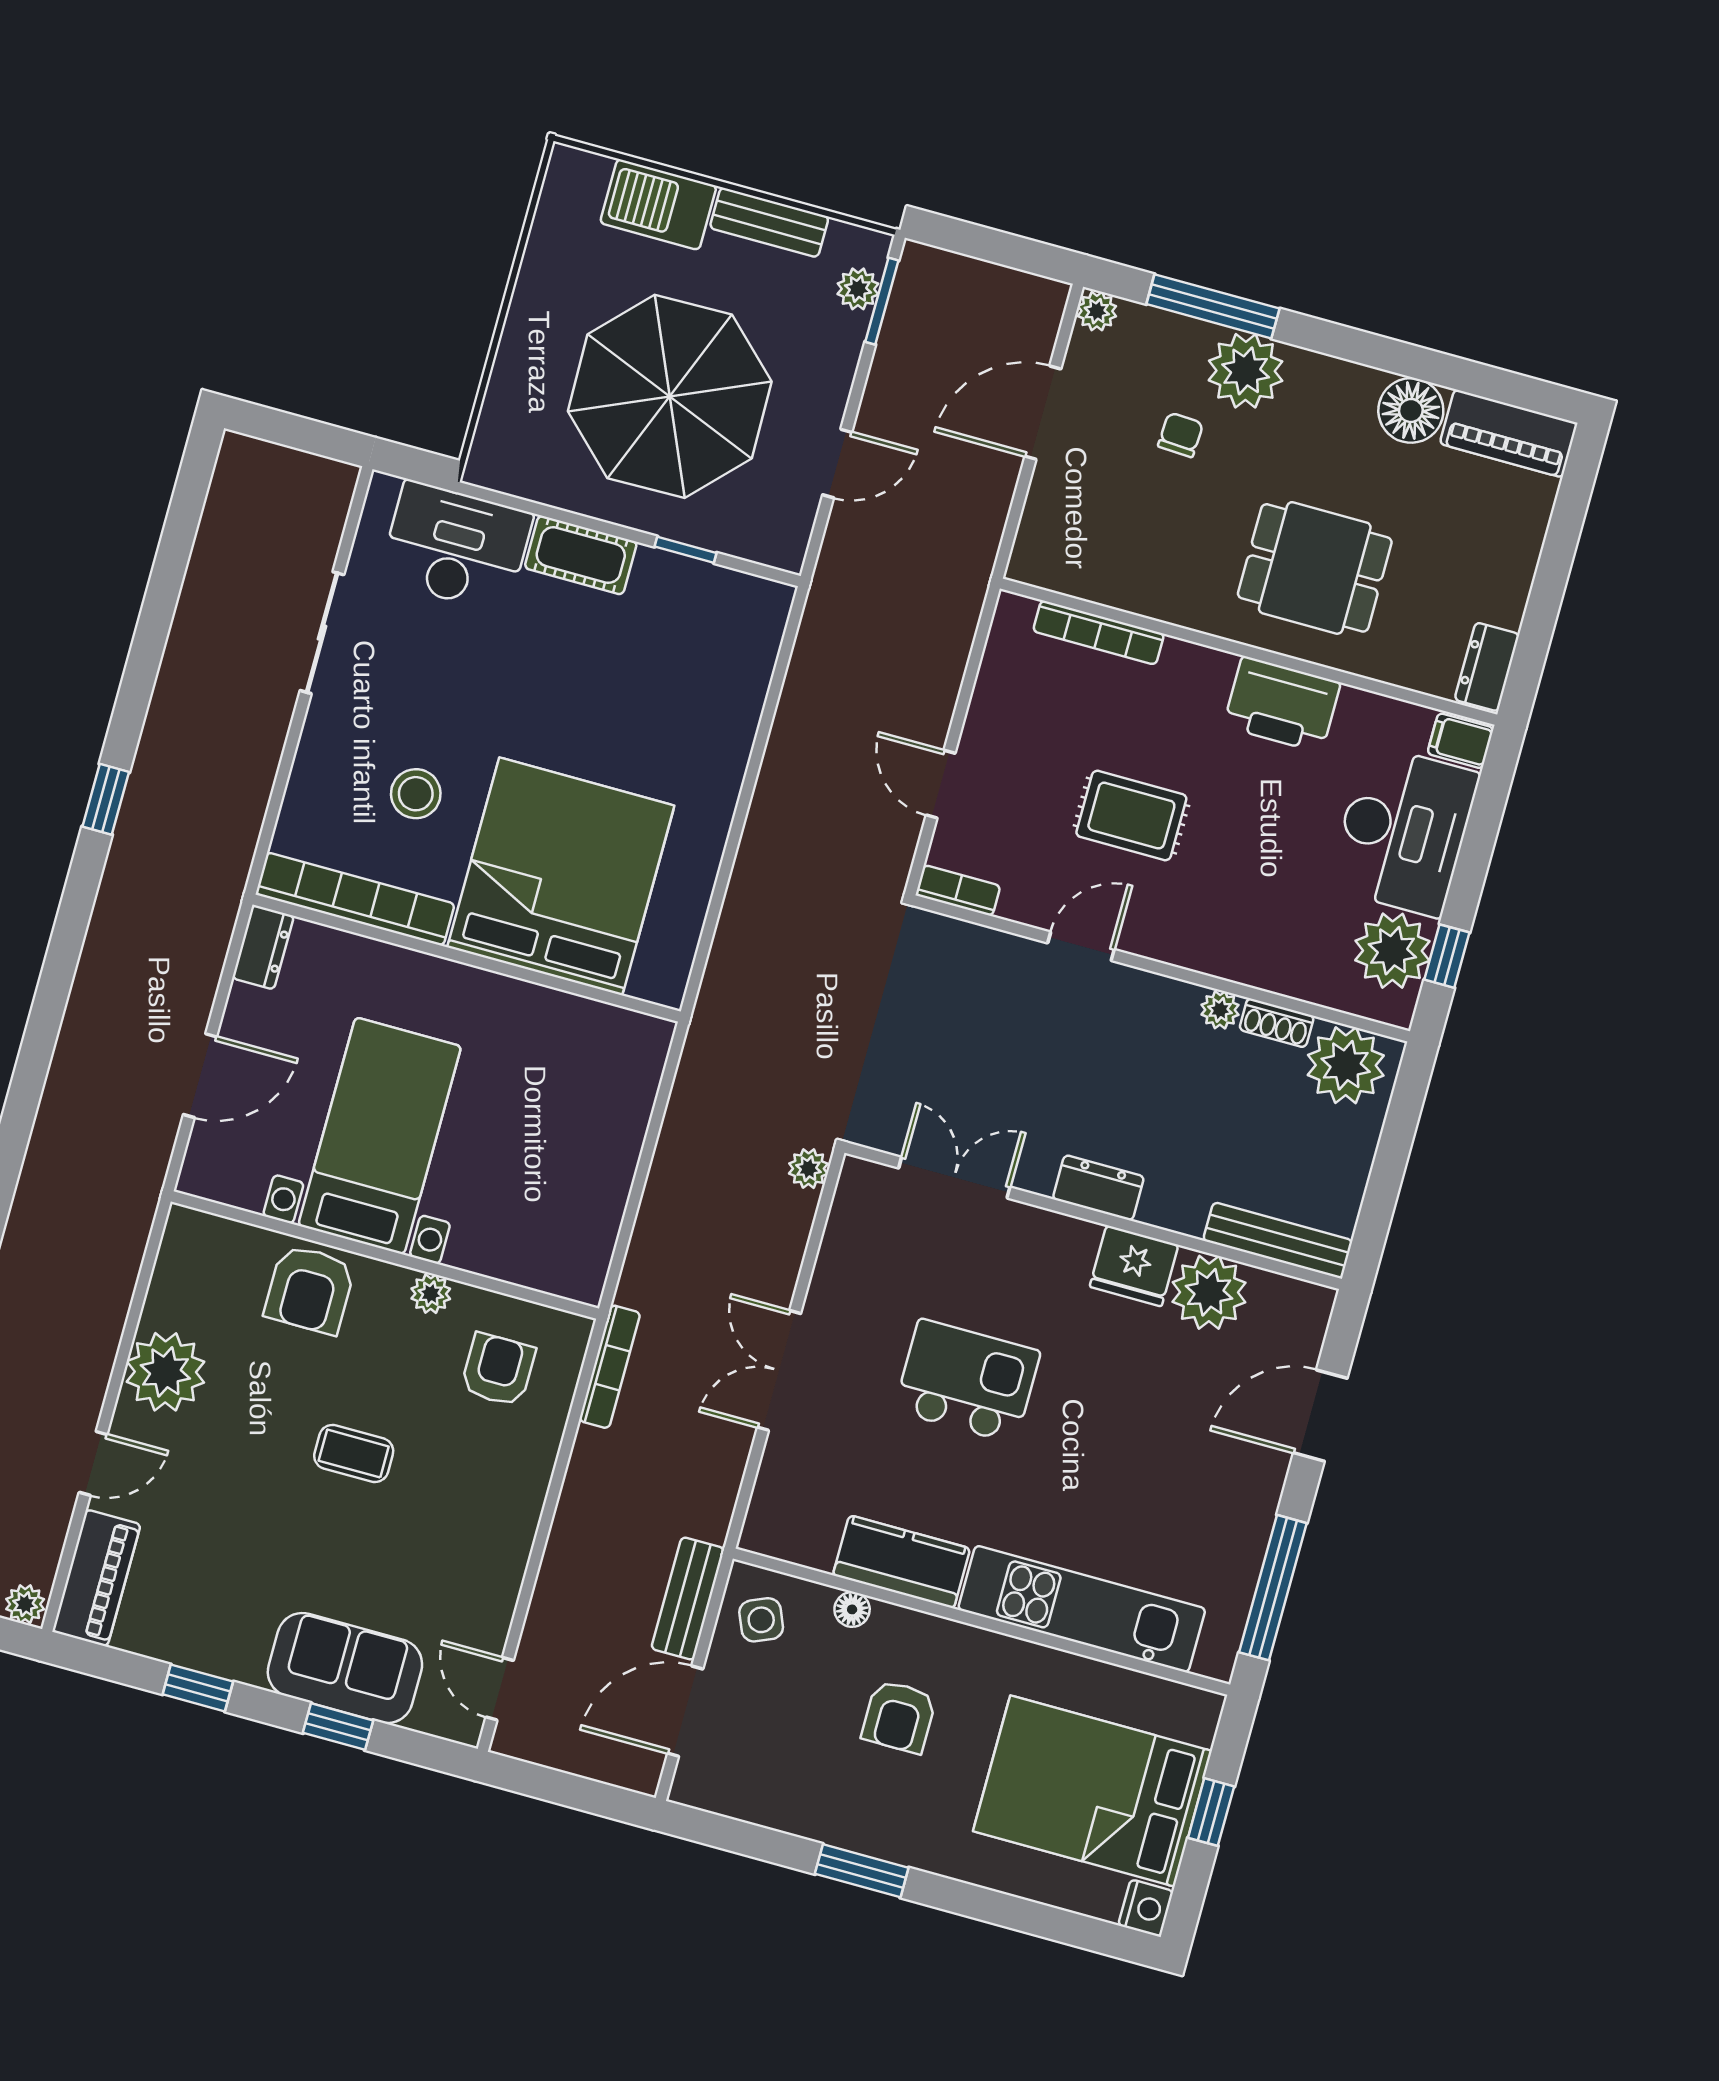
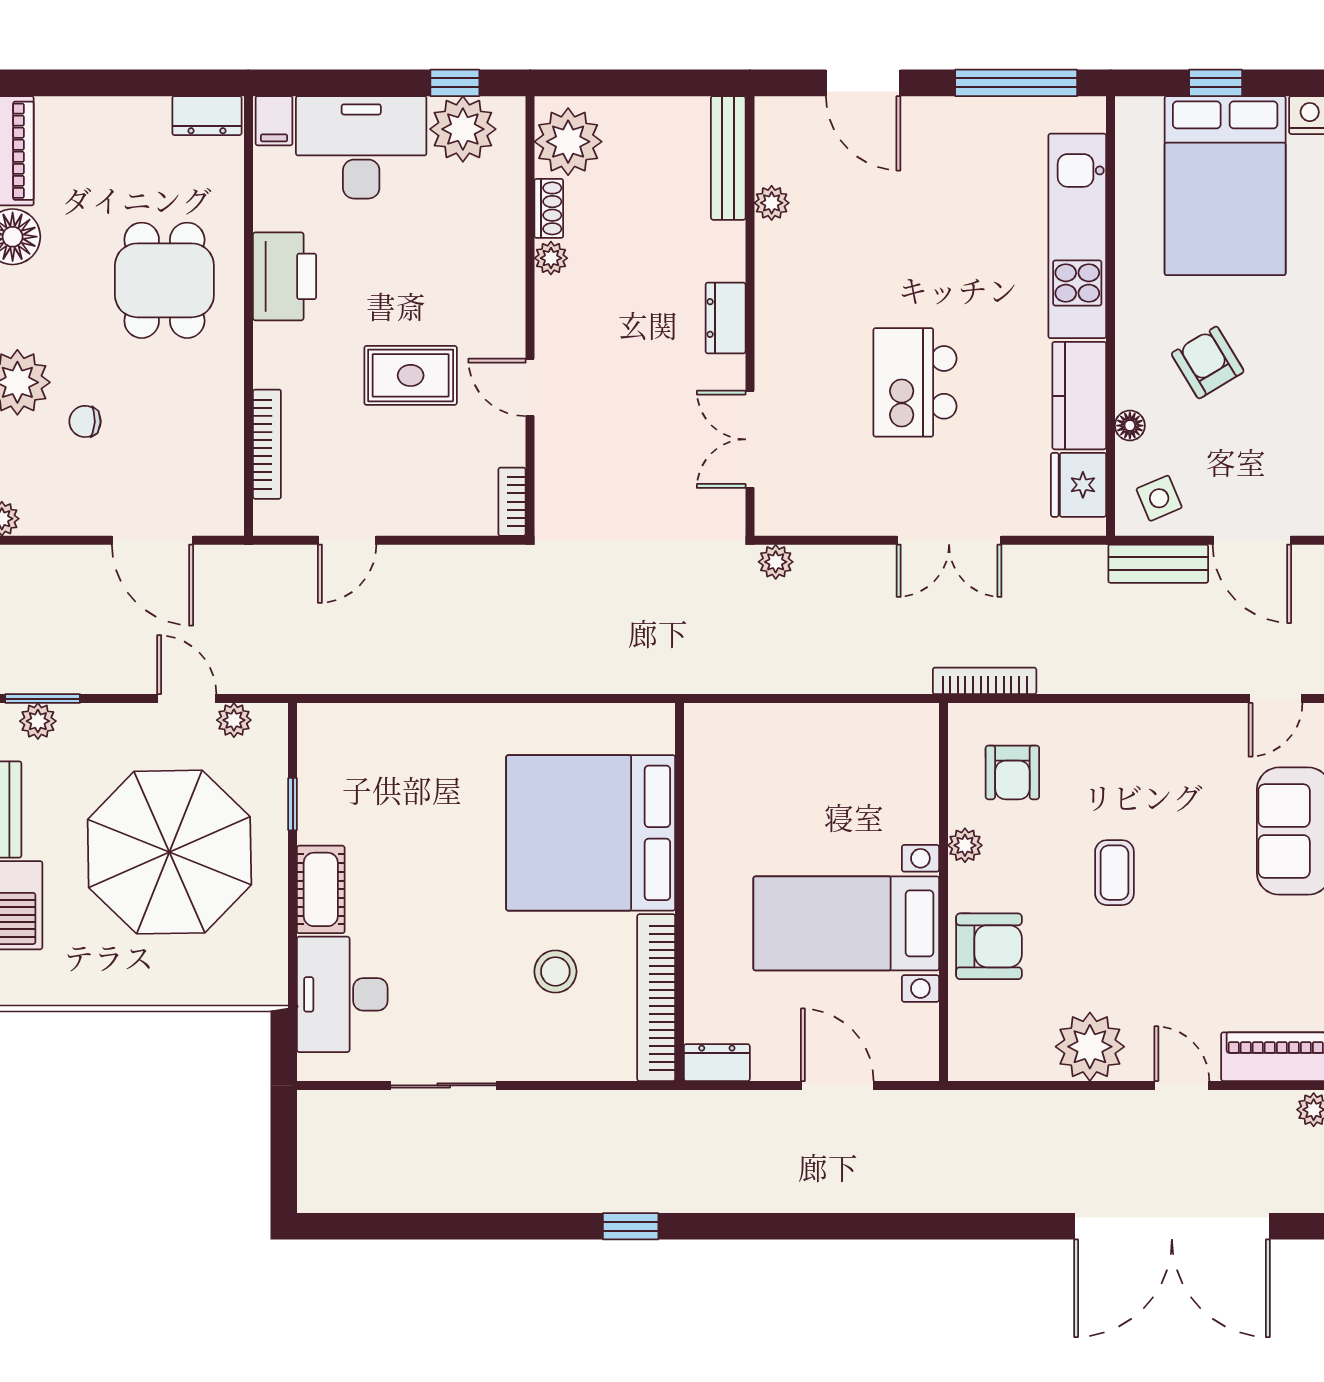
door: (1043, 413) -> (152, 540), moved
plant: (798, 510) -> (234, 720), added
door: (941, 784) -> (347, 540), moved
rug: (1131, 816) -> (411, 375), turned 90
fridge: (1134, 1266) -> (1079, 485), moved, turned 180
plant: (1209, 1292) -> (772, 203), width x0.53, depth x0.53
armchair: (498, 1370) -> (1012, 772), turned -90
armchair: (899, 1717) -> (1208, 362), turned -121

